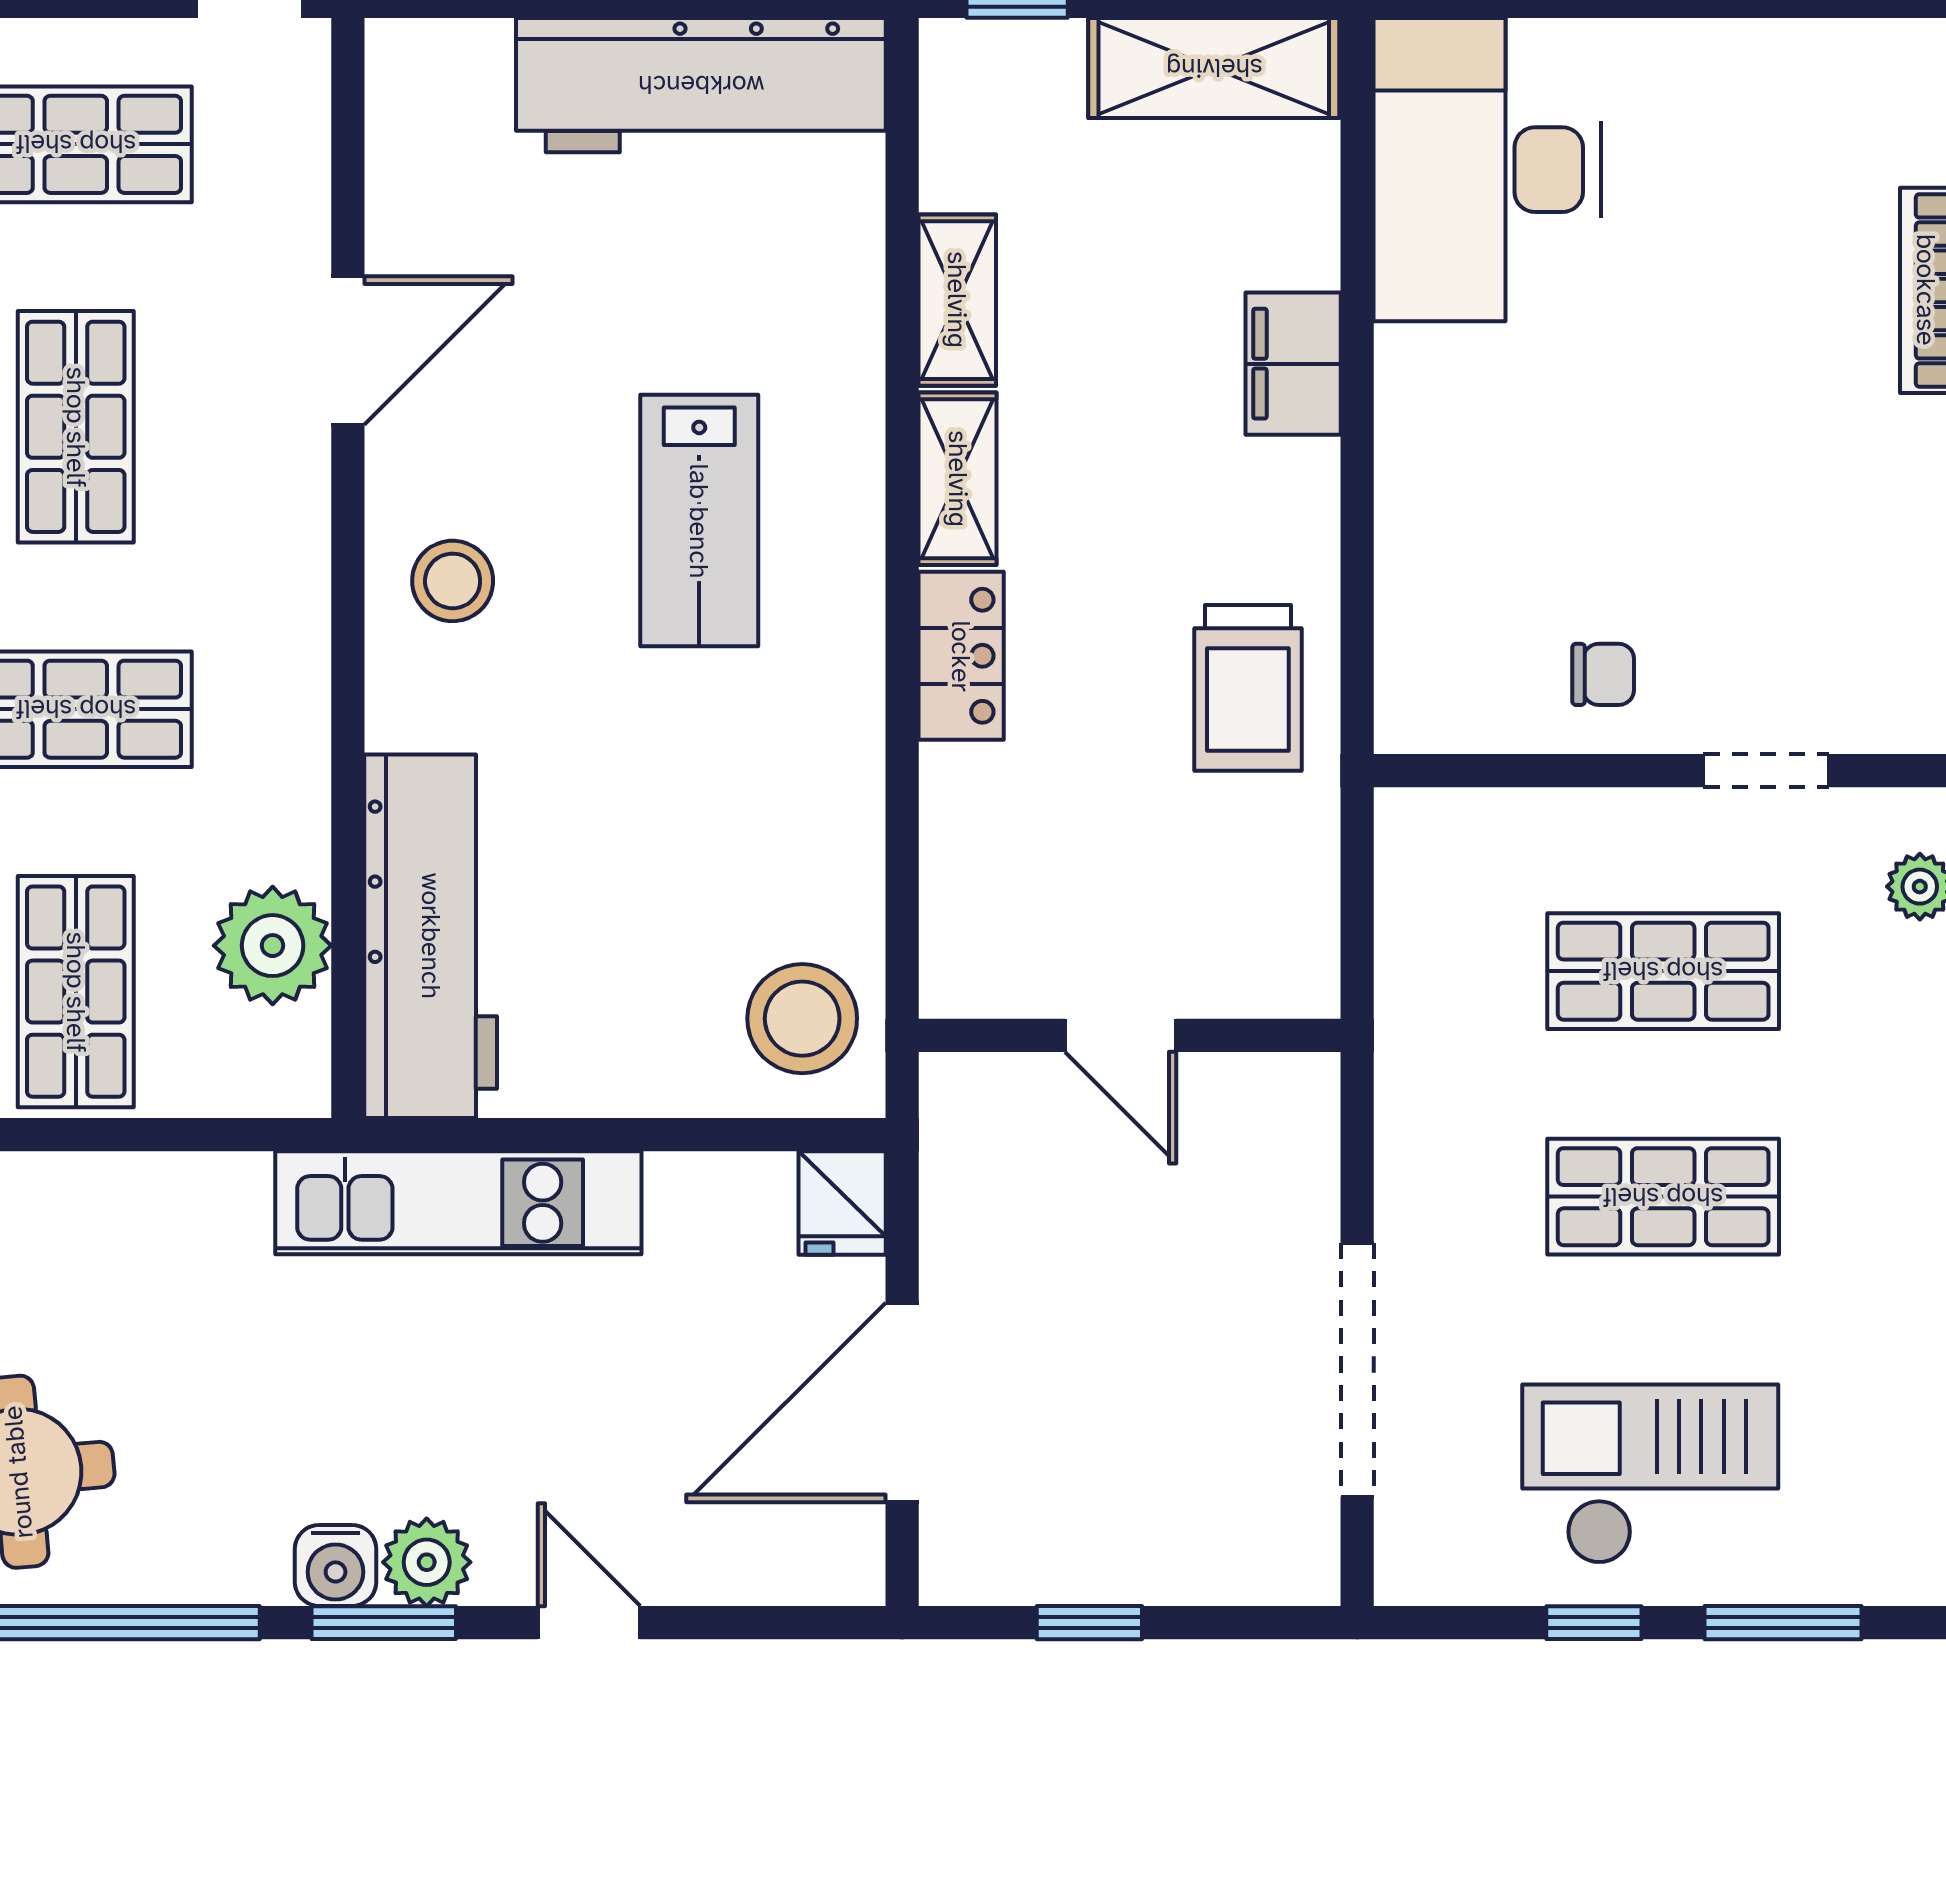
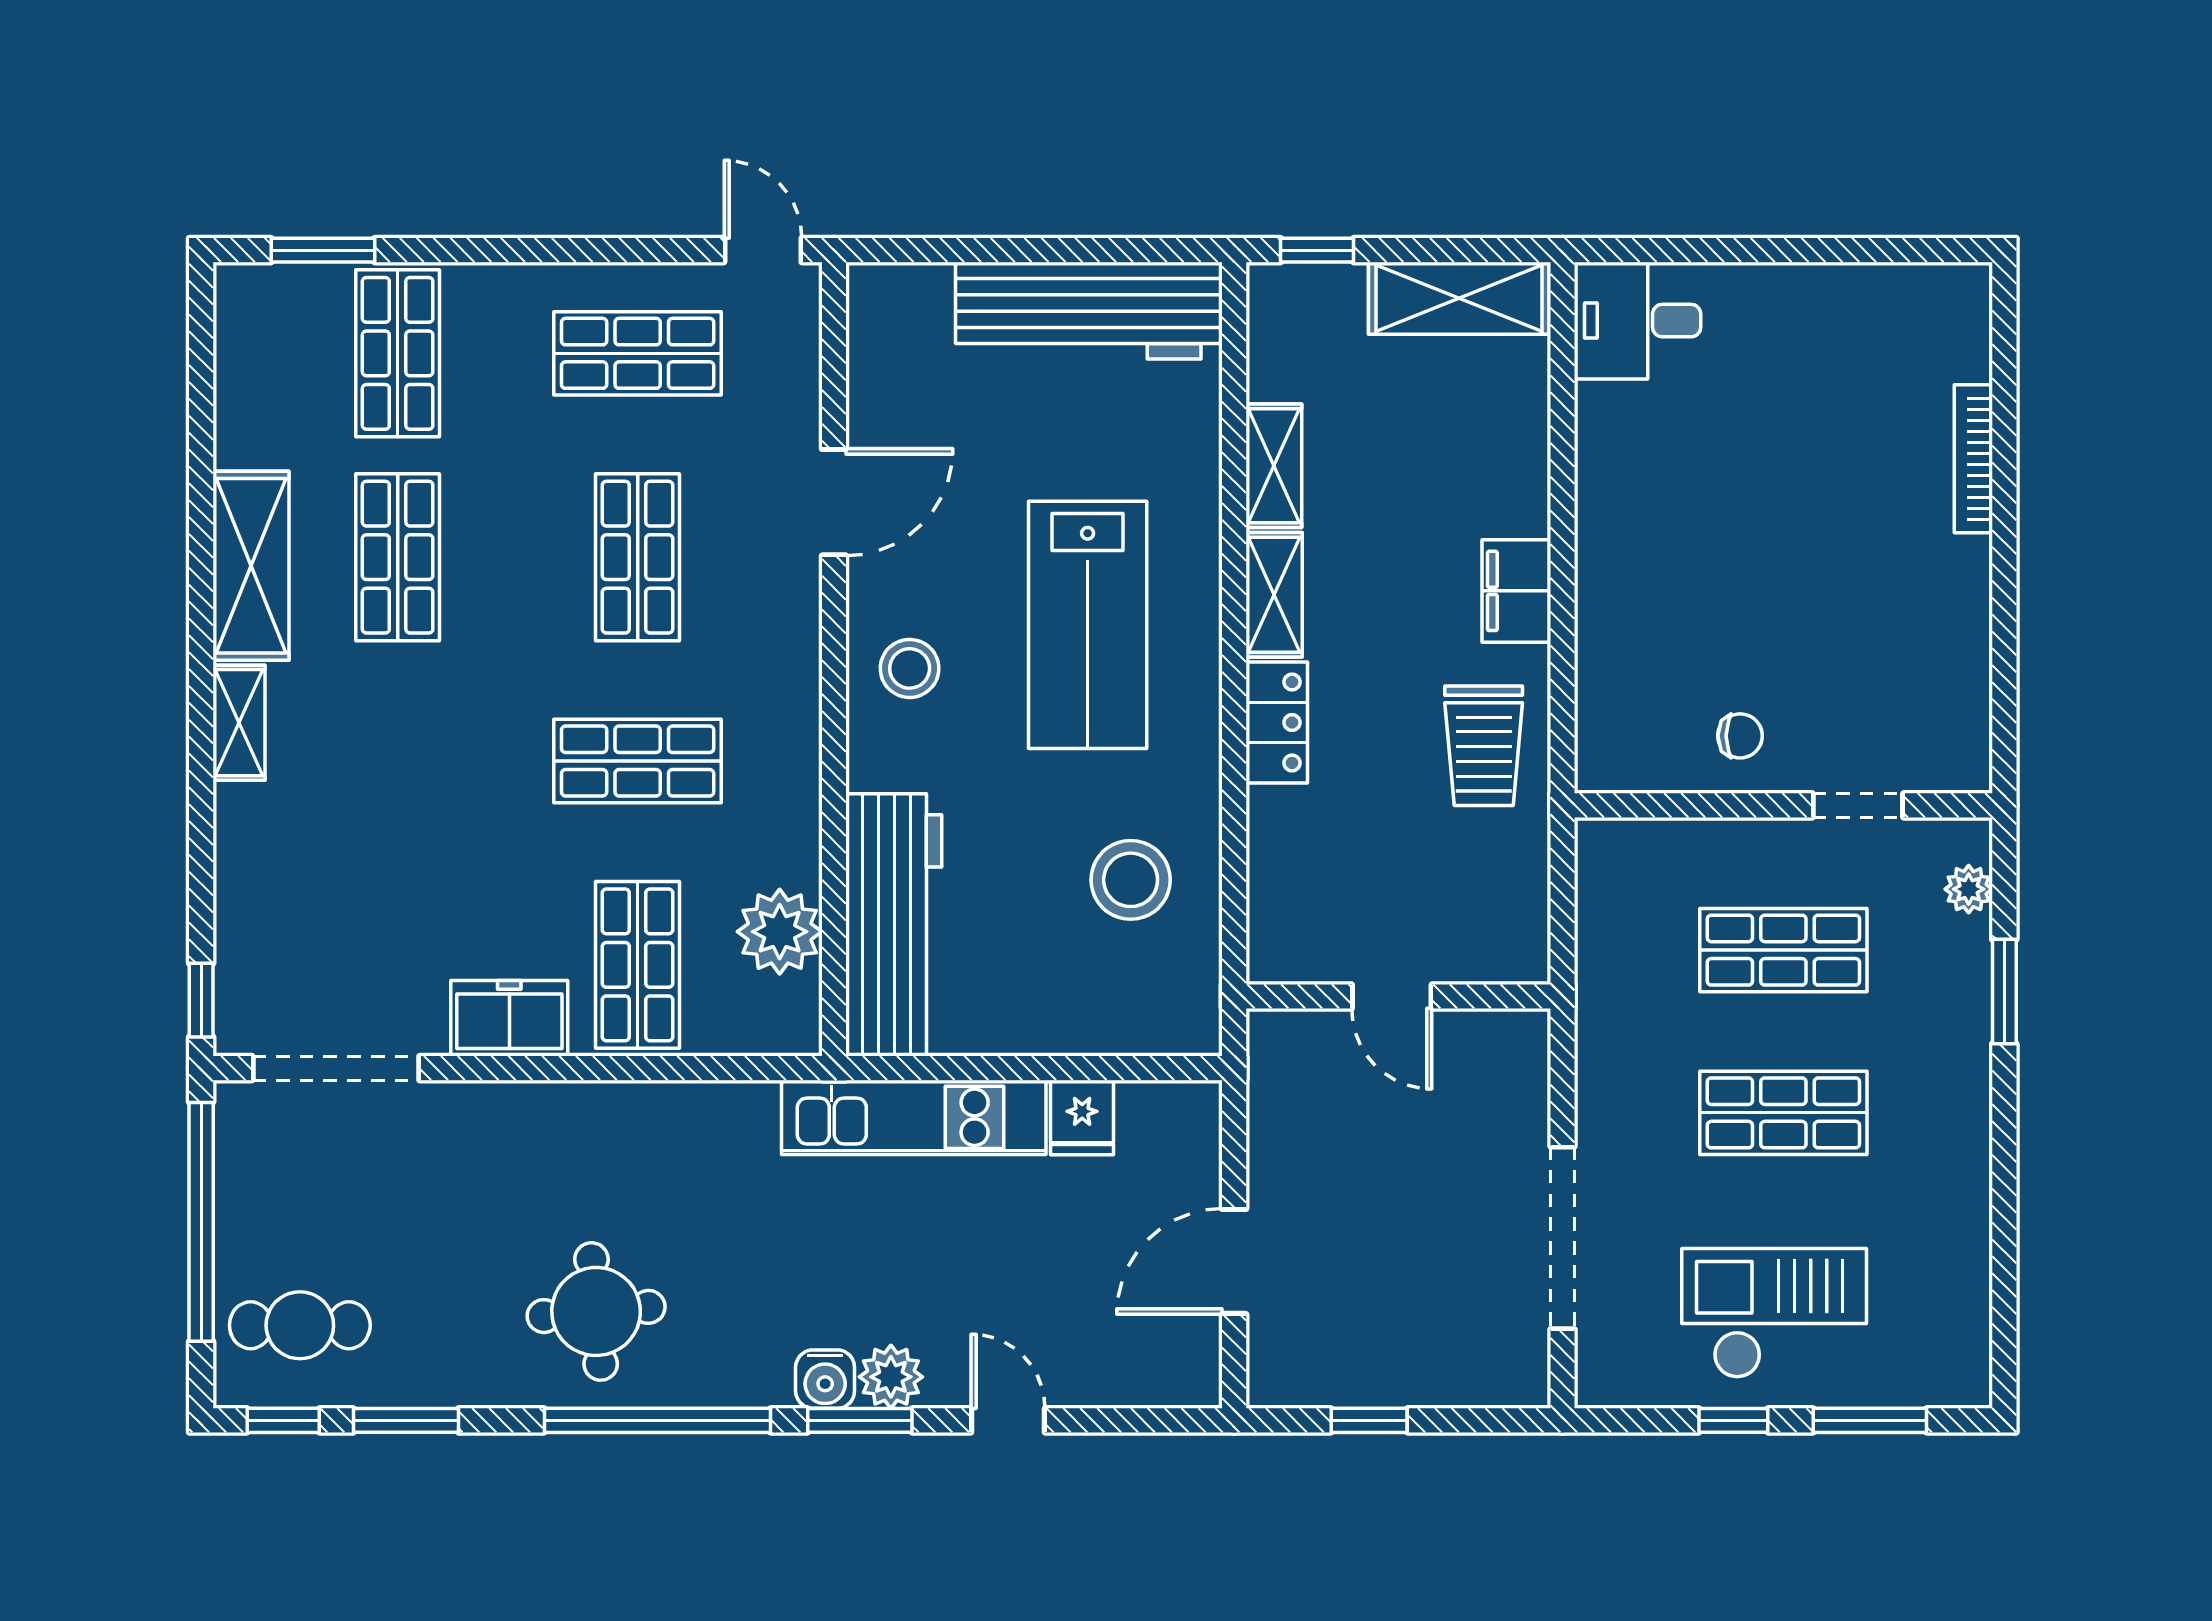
desk: (1487, 170) -> (1638, 321), width x0.53, depth x0.77
filing cabinet: (1293, 364) -> (1516, 591), moved
lab bench: (699, 521) -> (1088, 625), width x1.36, depth x1.39
stool: (802, 1019) -> (1131, 880), moved
fridge: (842, 1203) -> (1082, 1117), moved
door: (902, 1402) -> (1234, 1261), width x0.73

